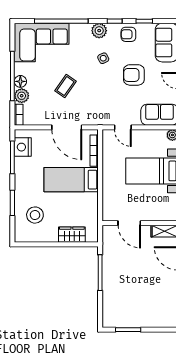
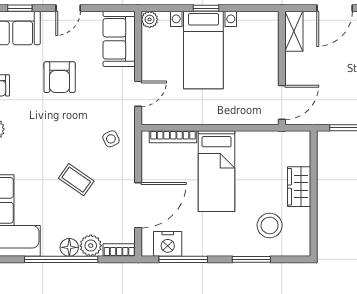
side table: (103, 58) -> (111, 139), moved
door: (67, 127) -> (138, 205), moved
door: (129, 223) -> (282, 102), moved
wardrobe: (72, 235) -> (299, 187), moved

